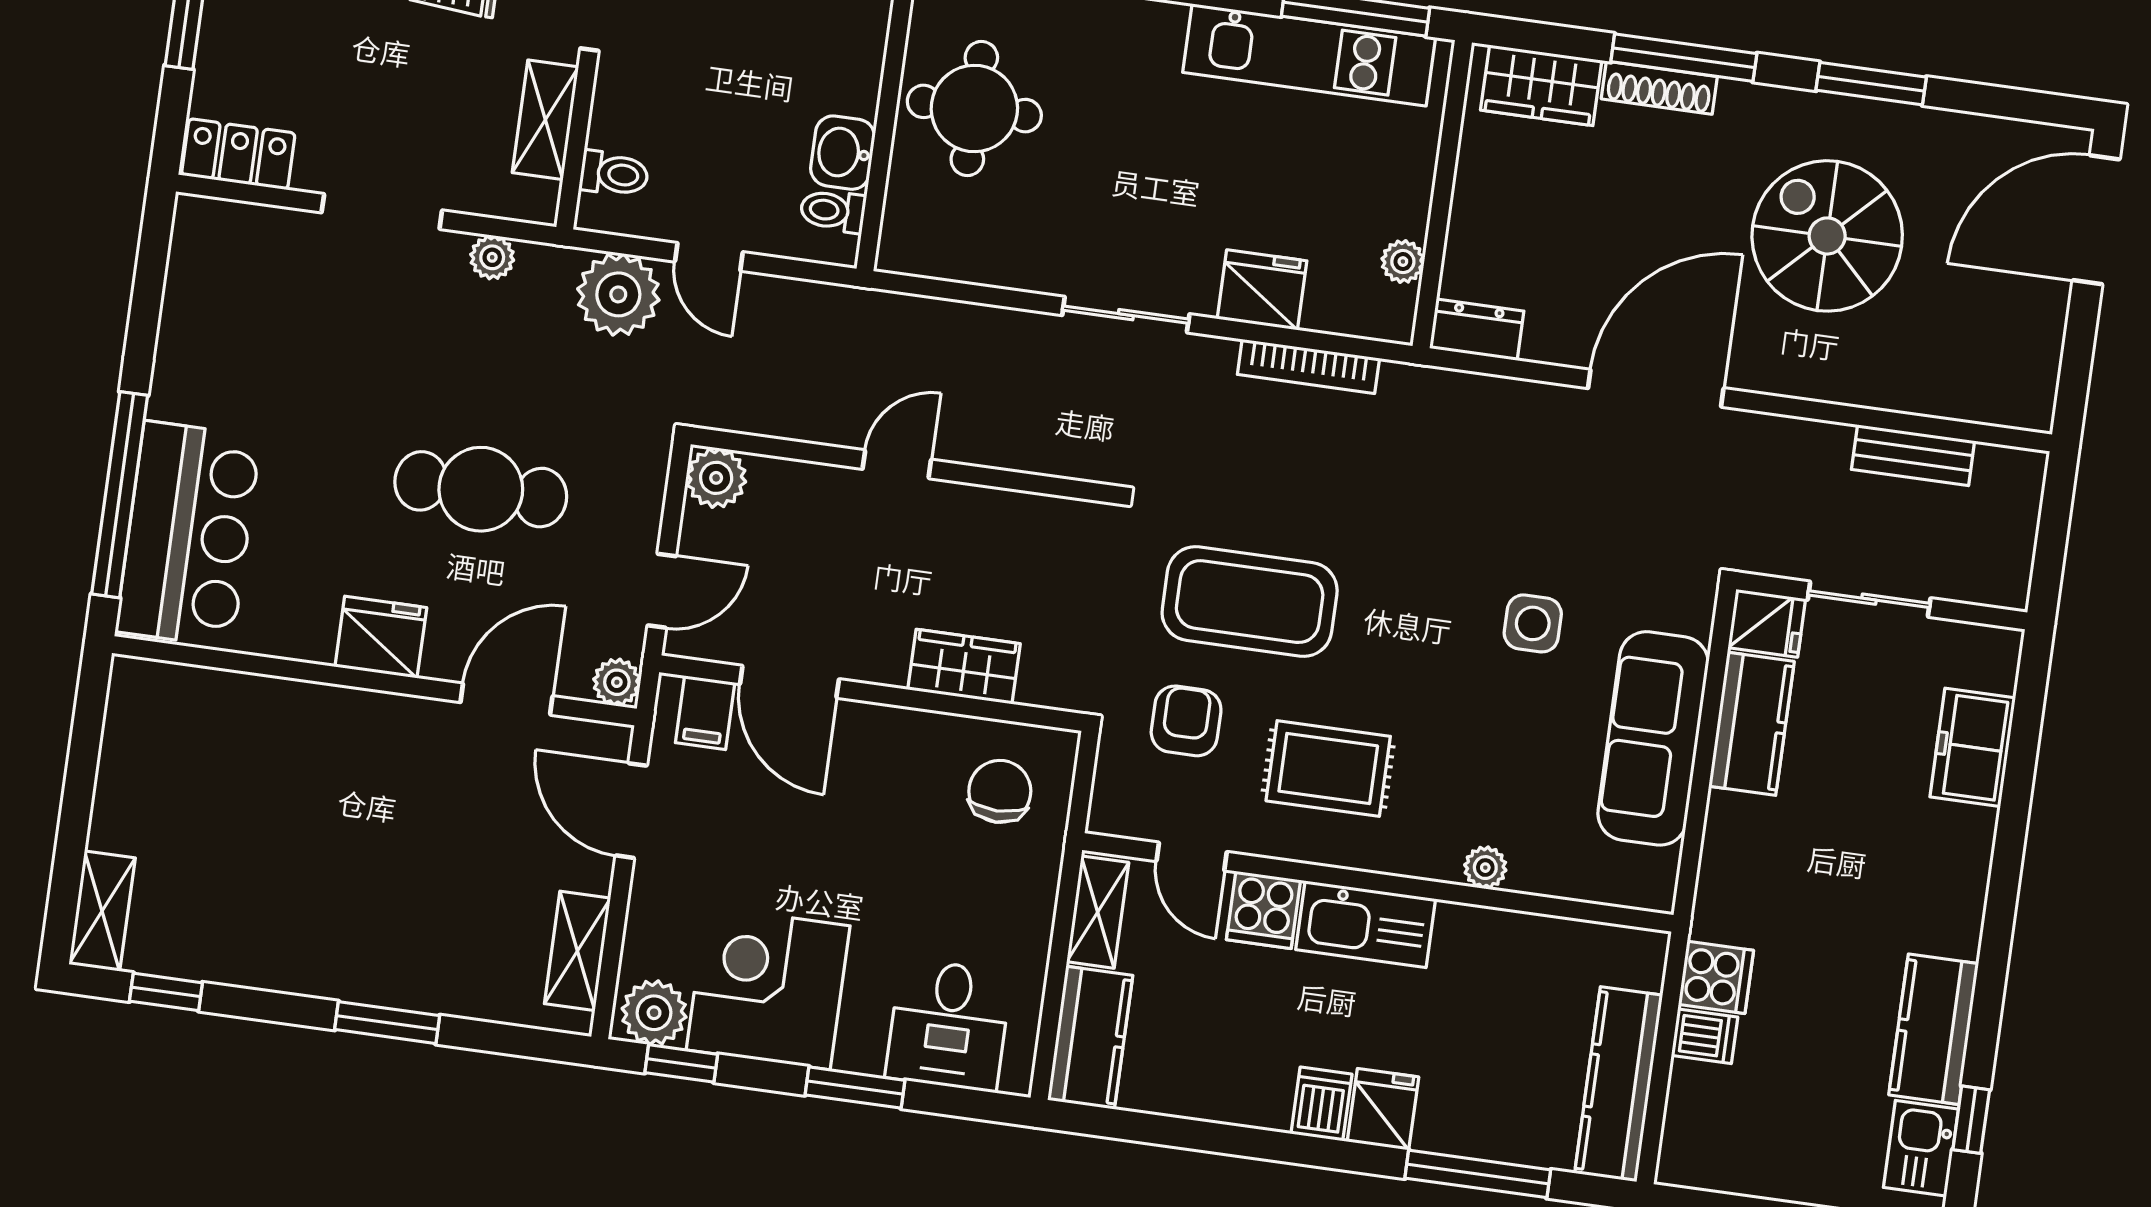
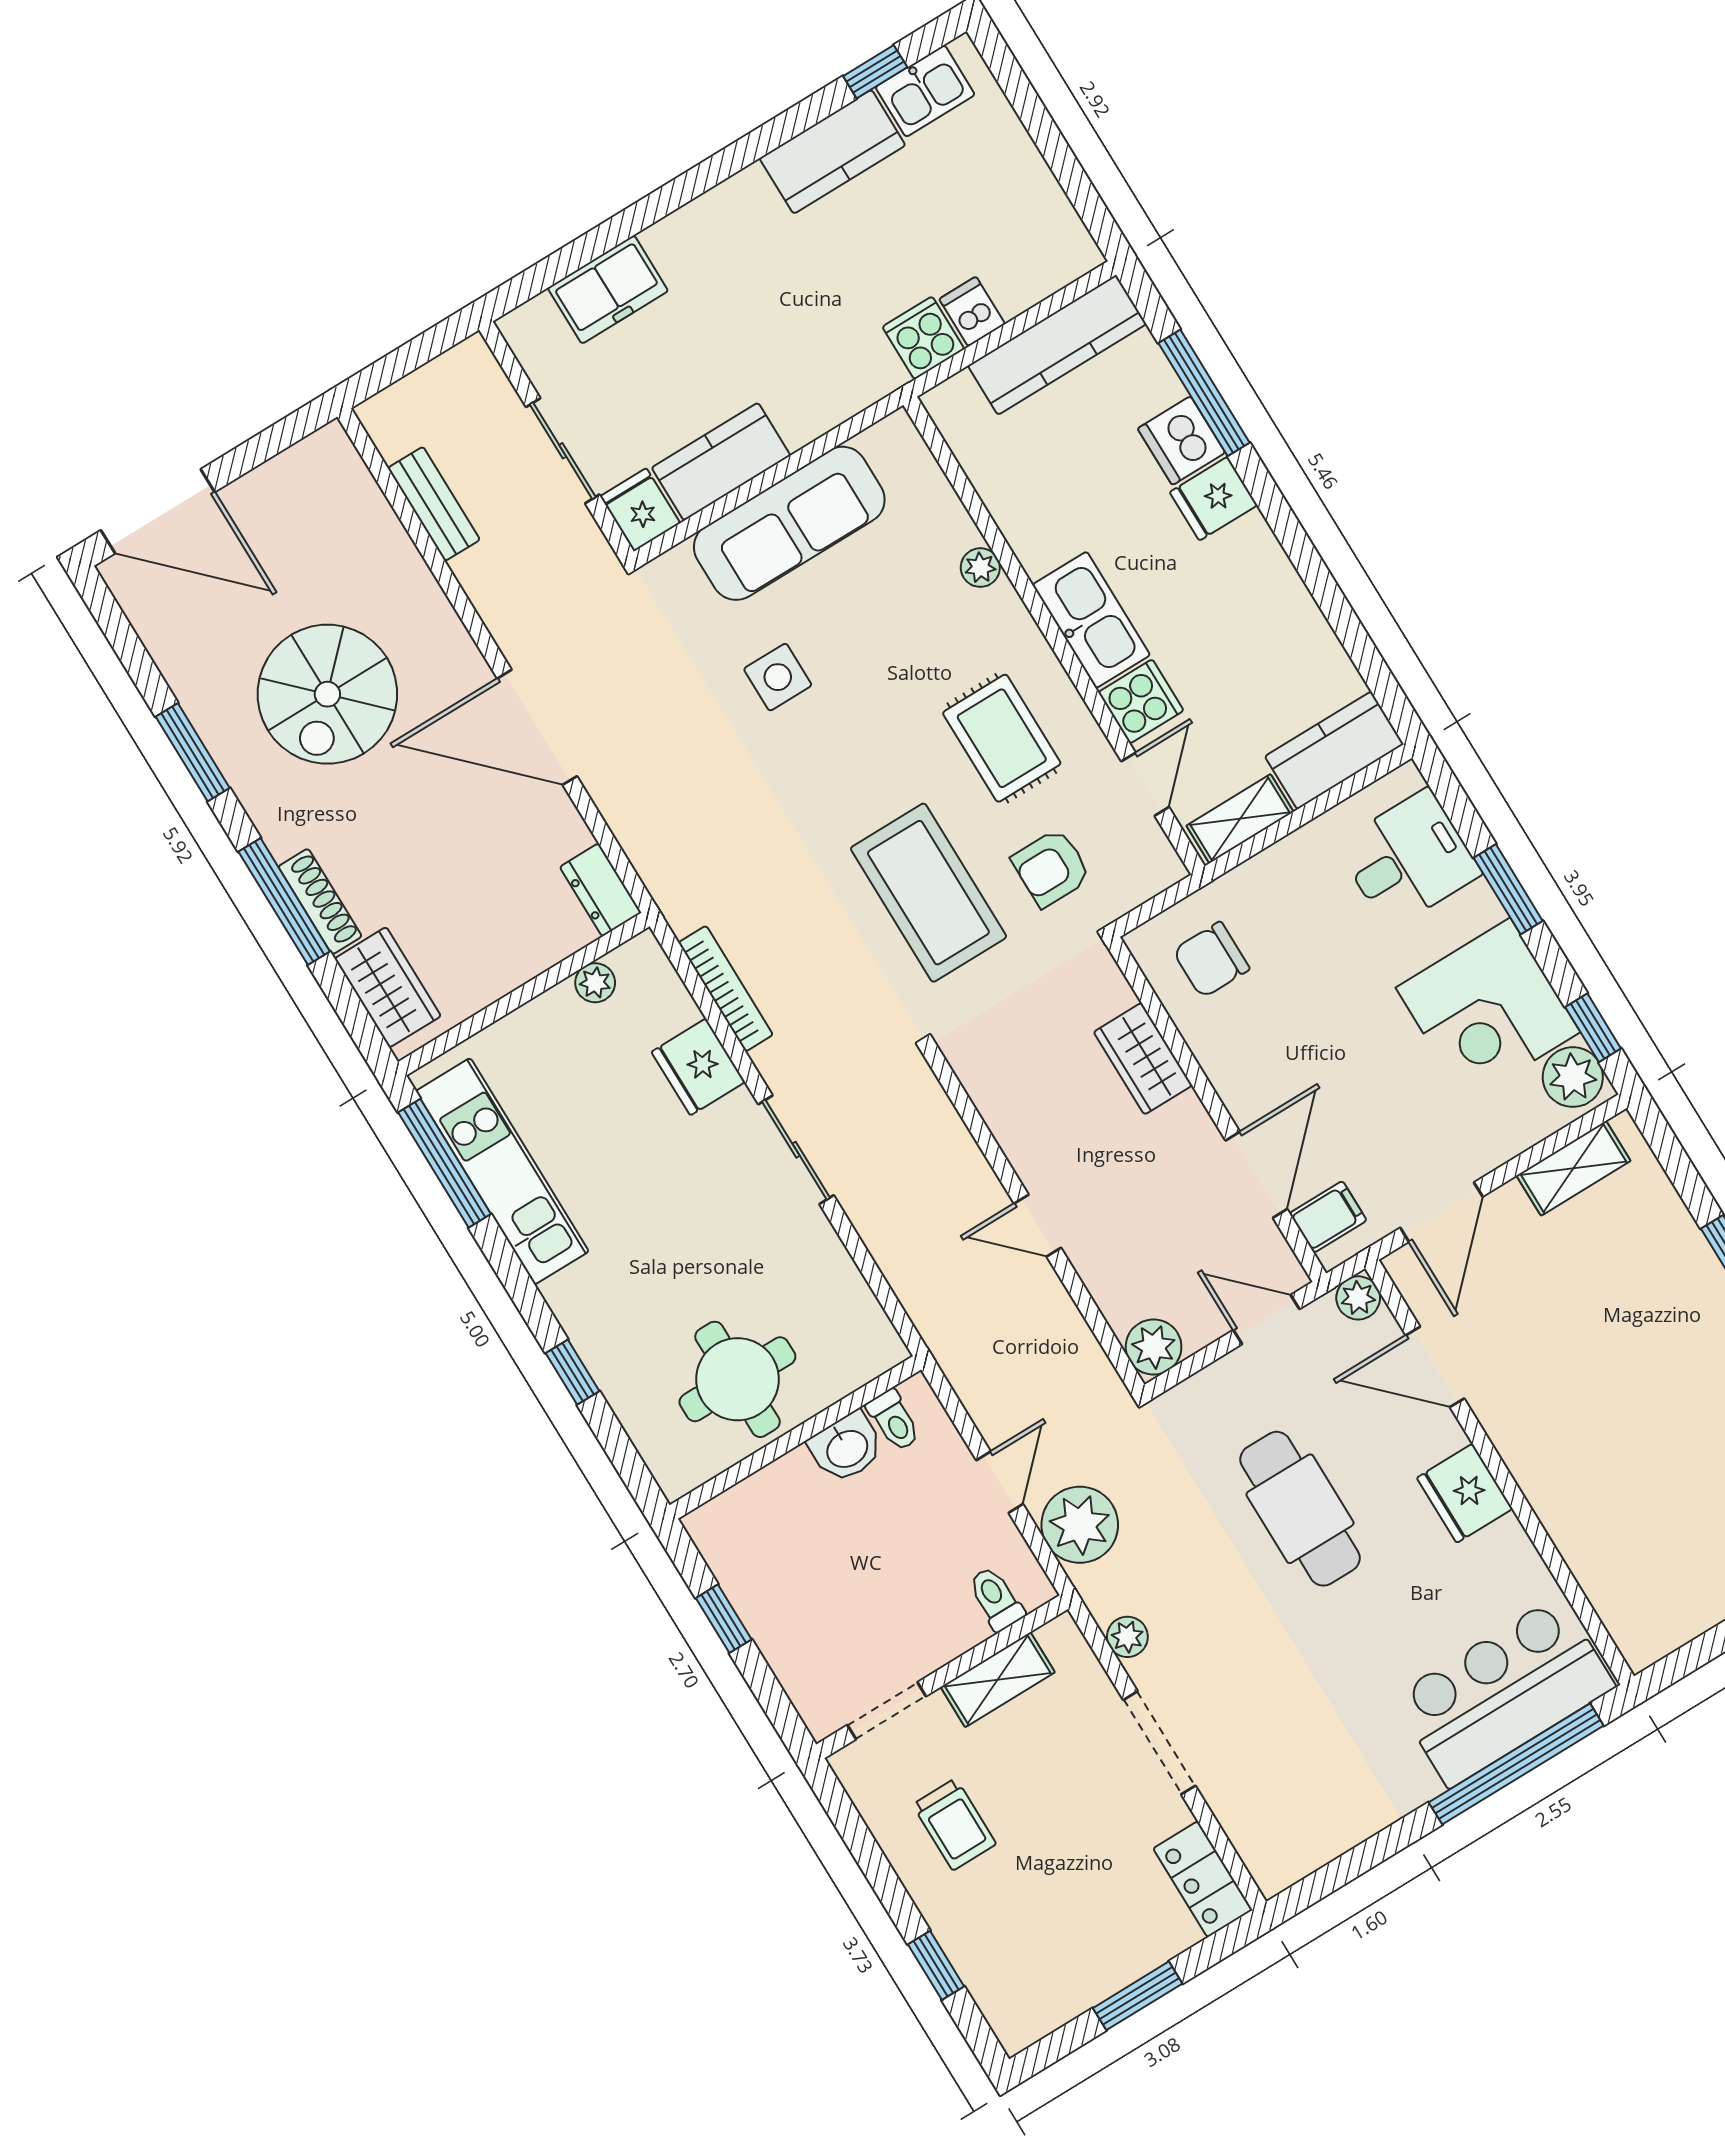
dishwasher: (1321, 1104) -> (1181, 441), moved, width x1.38

